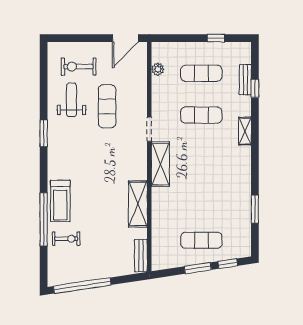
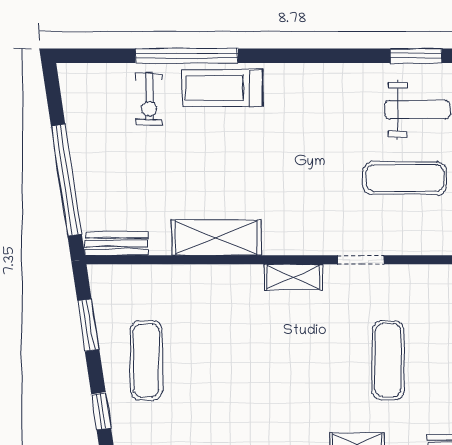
window: (44, 133) -> (416, 56), moved
shelving: (160, 164) -> (293, 277), width x0.67, depth x0.75
window: (198, 268) -> (88, 325), moved
window: (82, 285) -> (66, 180), moved

